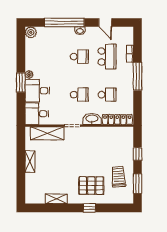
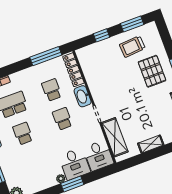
window: (138, 76) -> (46, 56), moved

